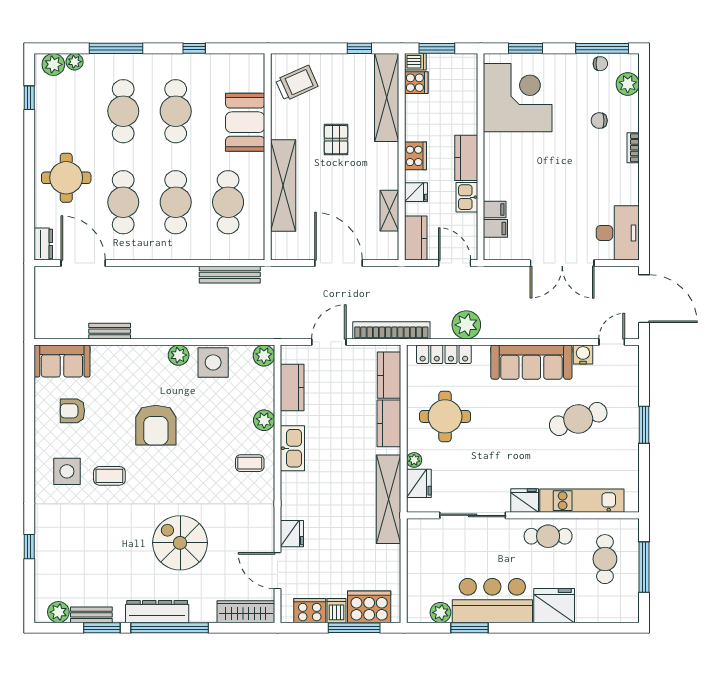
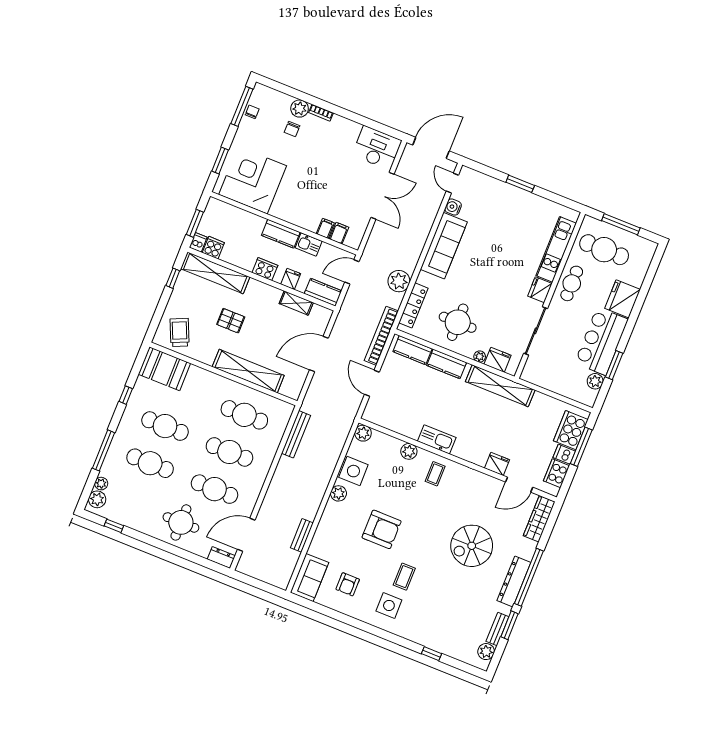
plant: (628, 84) -> (300, 109), moved
booth: (245, 122) -> (164, 369), moved
kitchen counter: (292, 387) -> (394, 422), removed
cafe table: (578, 419) -> (497, 229), removed
cafe table: (605, 559) -> (604, 250), width x1.37, depth x1.35

